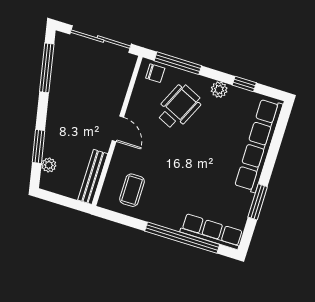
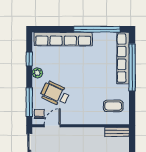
door: (118, 129) -> (52, 126), moved
bench: (93, 177) -> (117, 132), width x0.73
window: (258, 202) -> (97, 29), width x2.11
row of seats: (212, 232) -> (123, 58), width x1.36

